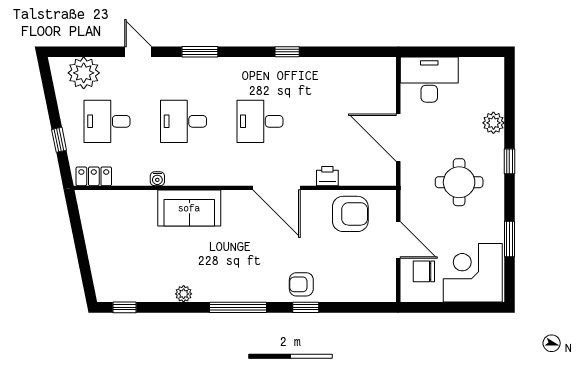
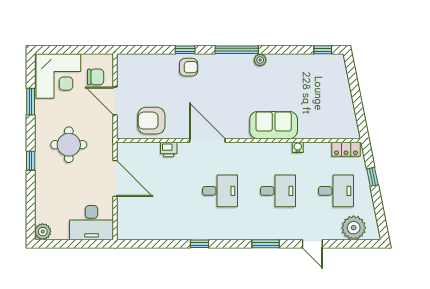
plant: (493, 123) -> (43, 232), moved
plant: (184, 294) -> (260, 60), moved

